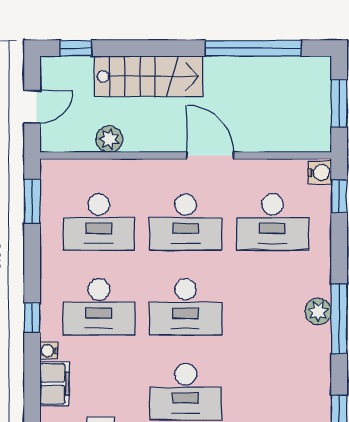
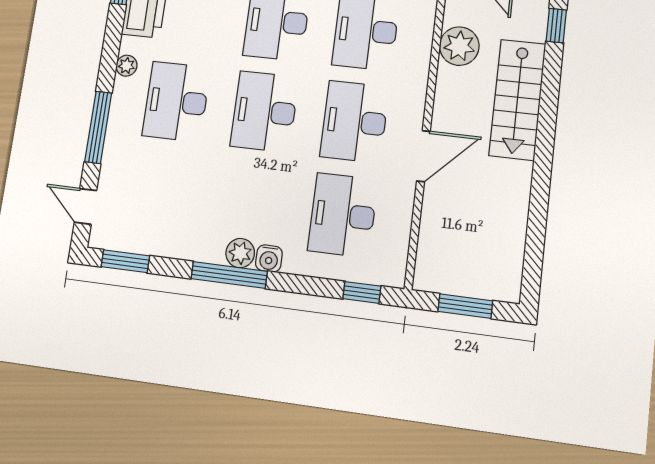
window: (253, 48) -> (537, 217), removed
plant: (109, 139) -> (459, 46), width x1.36, depth x1.36
water cooler: (320, 172) -> (269, 258), moved

